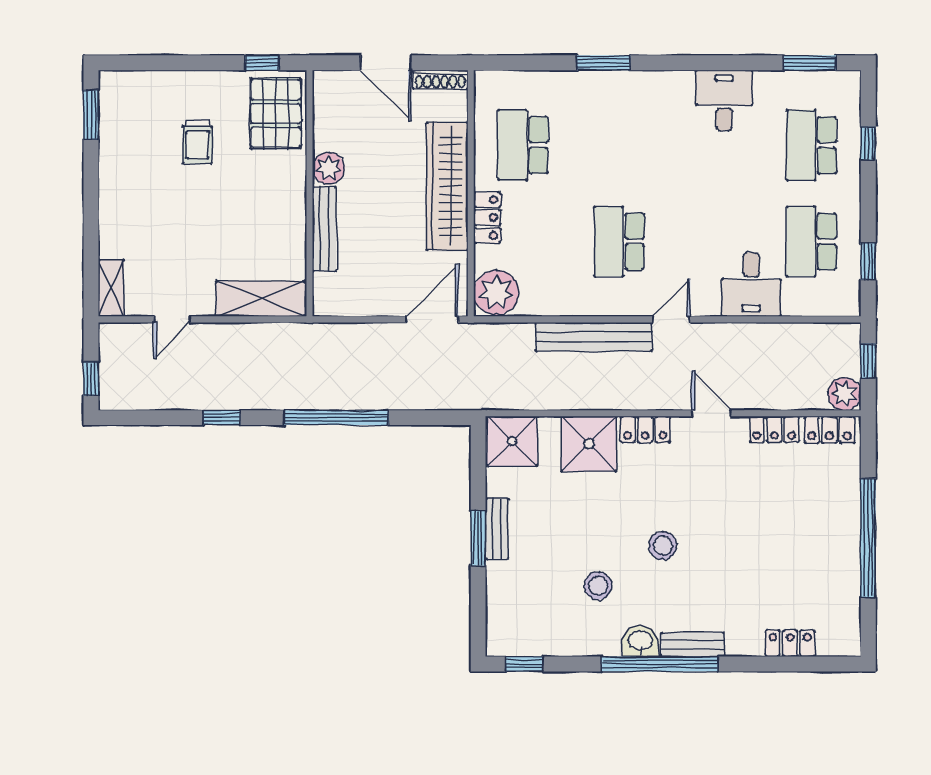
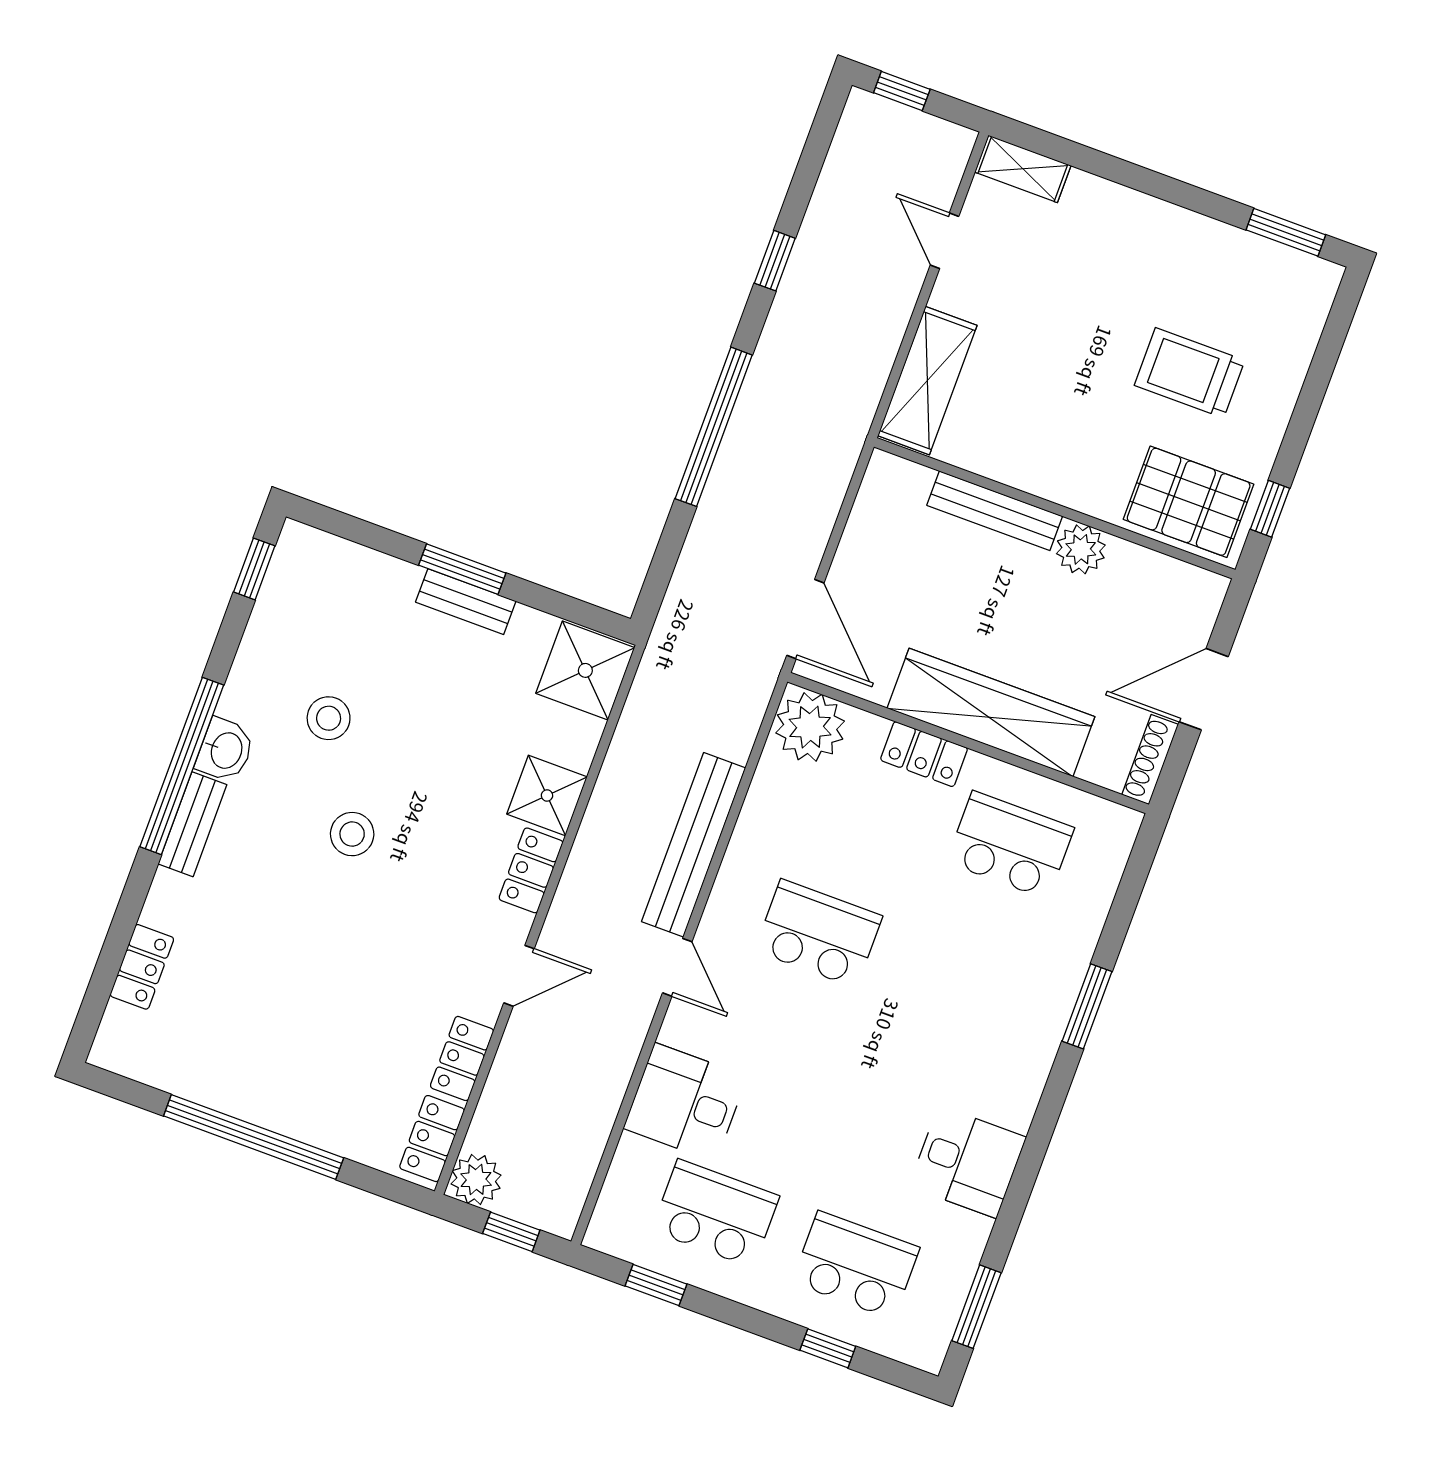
trolley: (197, 142) -> (1190, 373), width x1.36, depth x1.39
shower: (589, 444) -> (547, 795), width x0.73, depth x0.73

